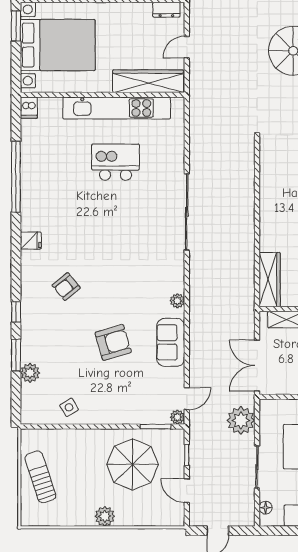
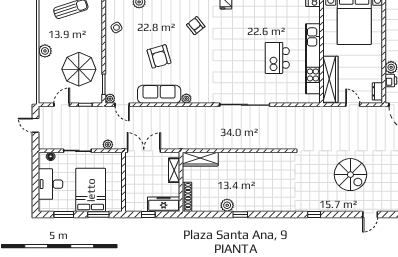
kitchen island: (115, 162) -> (277, 58), turned 180
sofa: (171, 342) -> (159, 94), width x1.36
plant: (241, 420) -> (108, 145), width x0.53, depth x0.53

